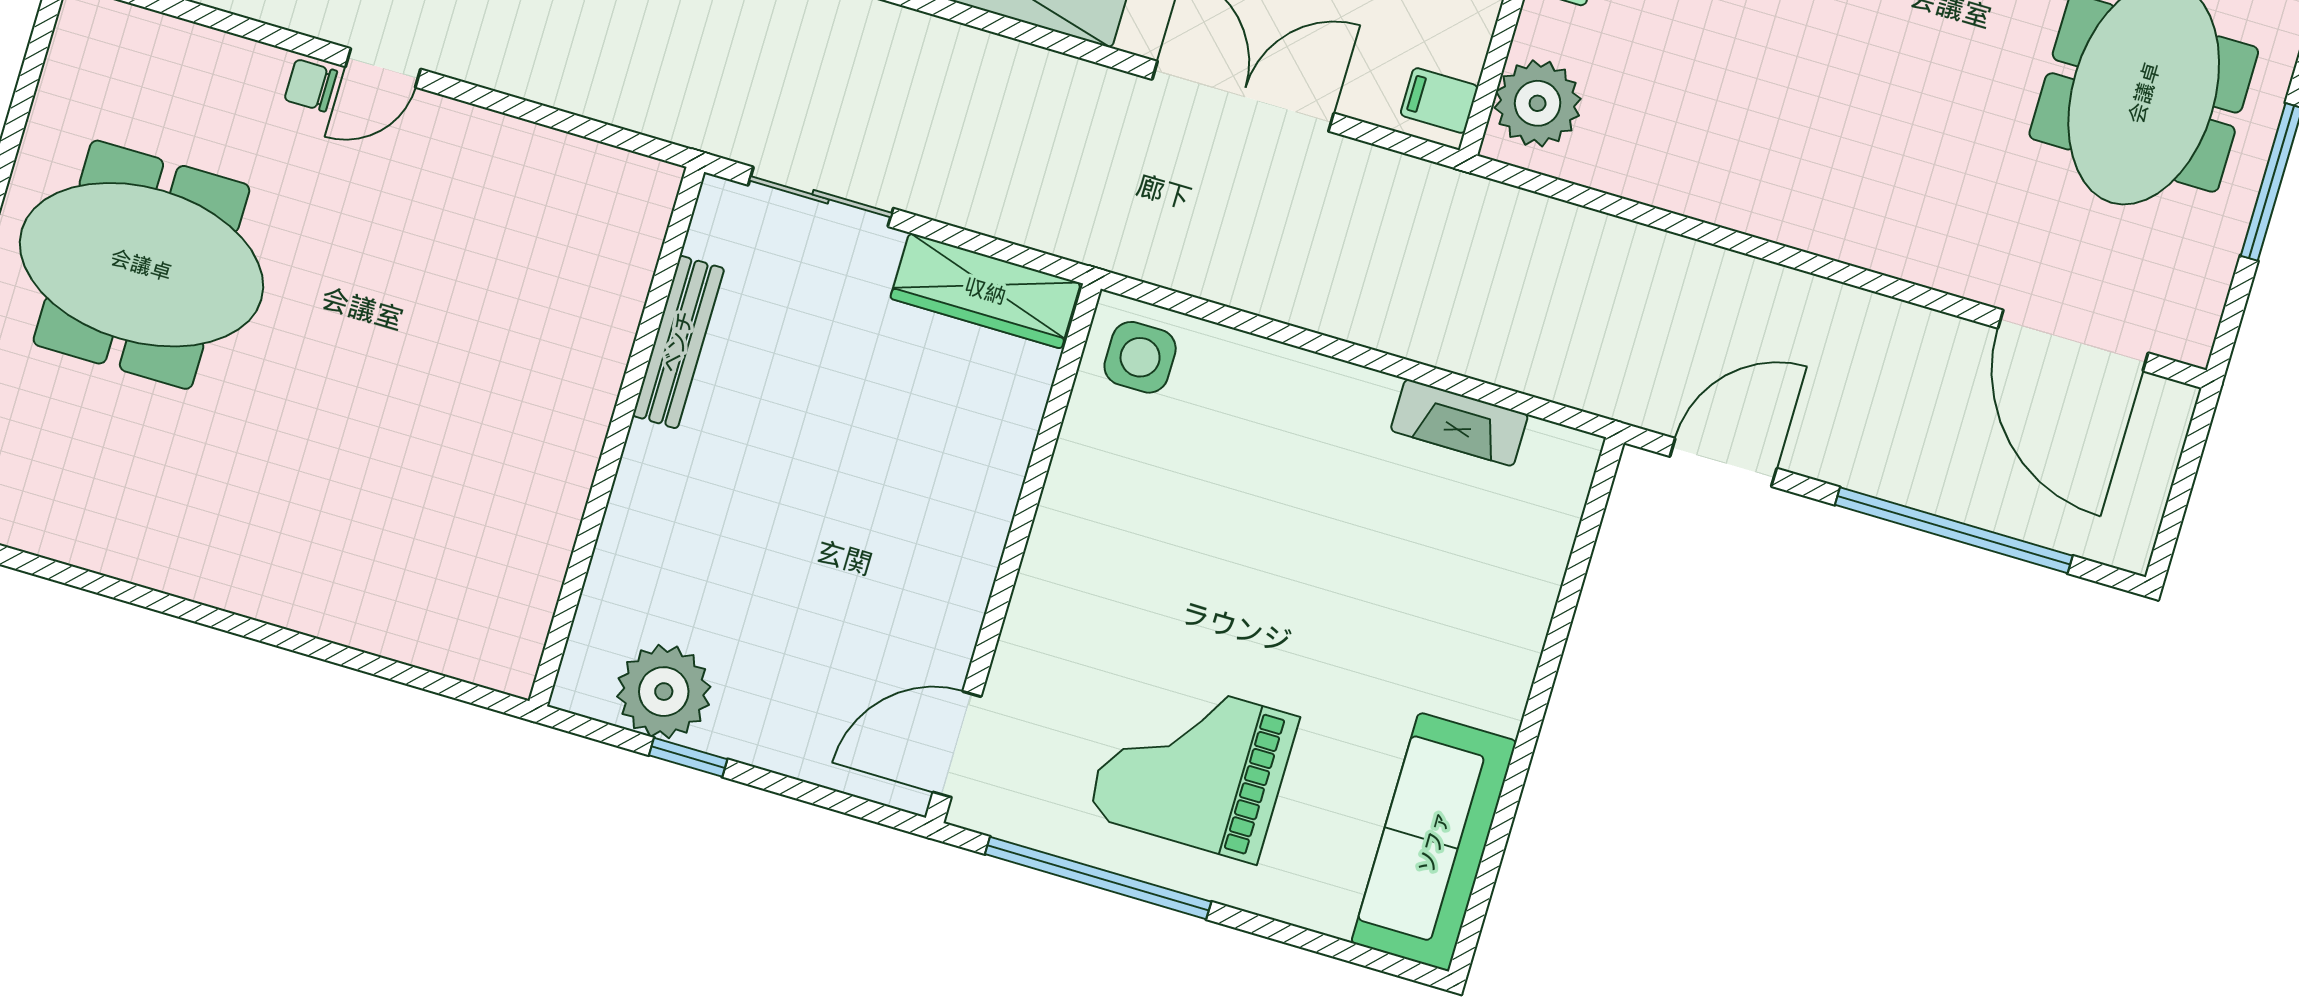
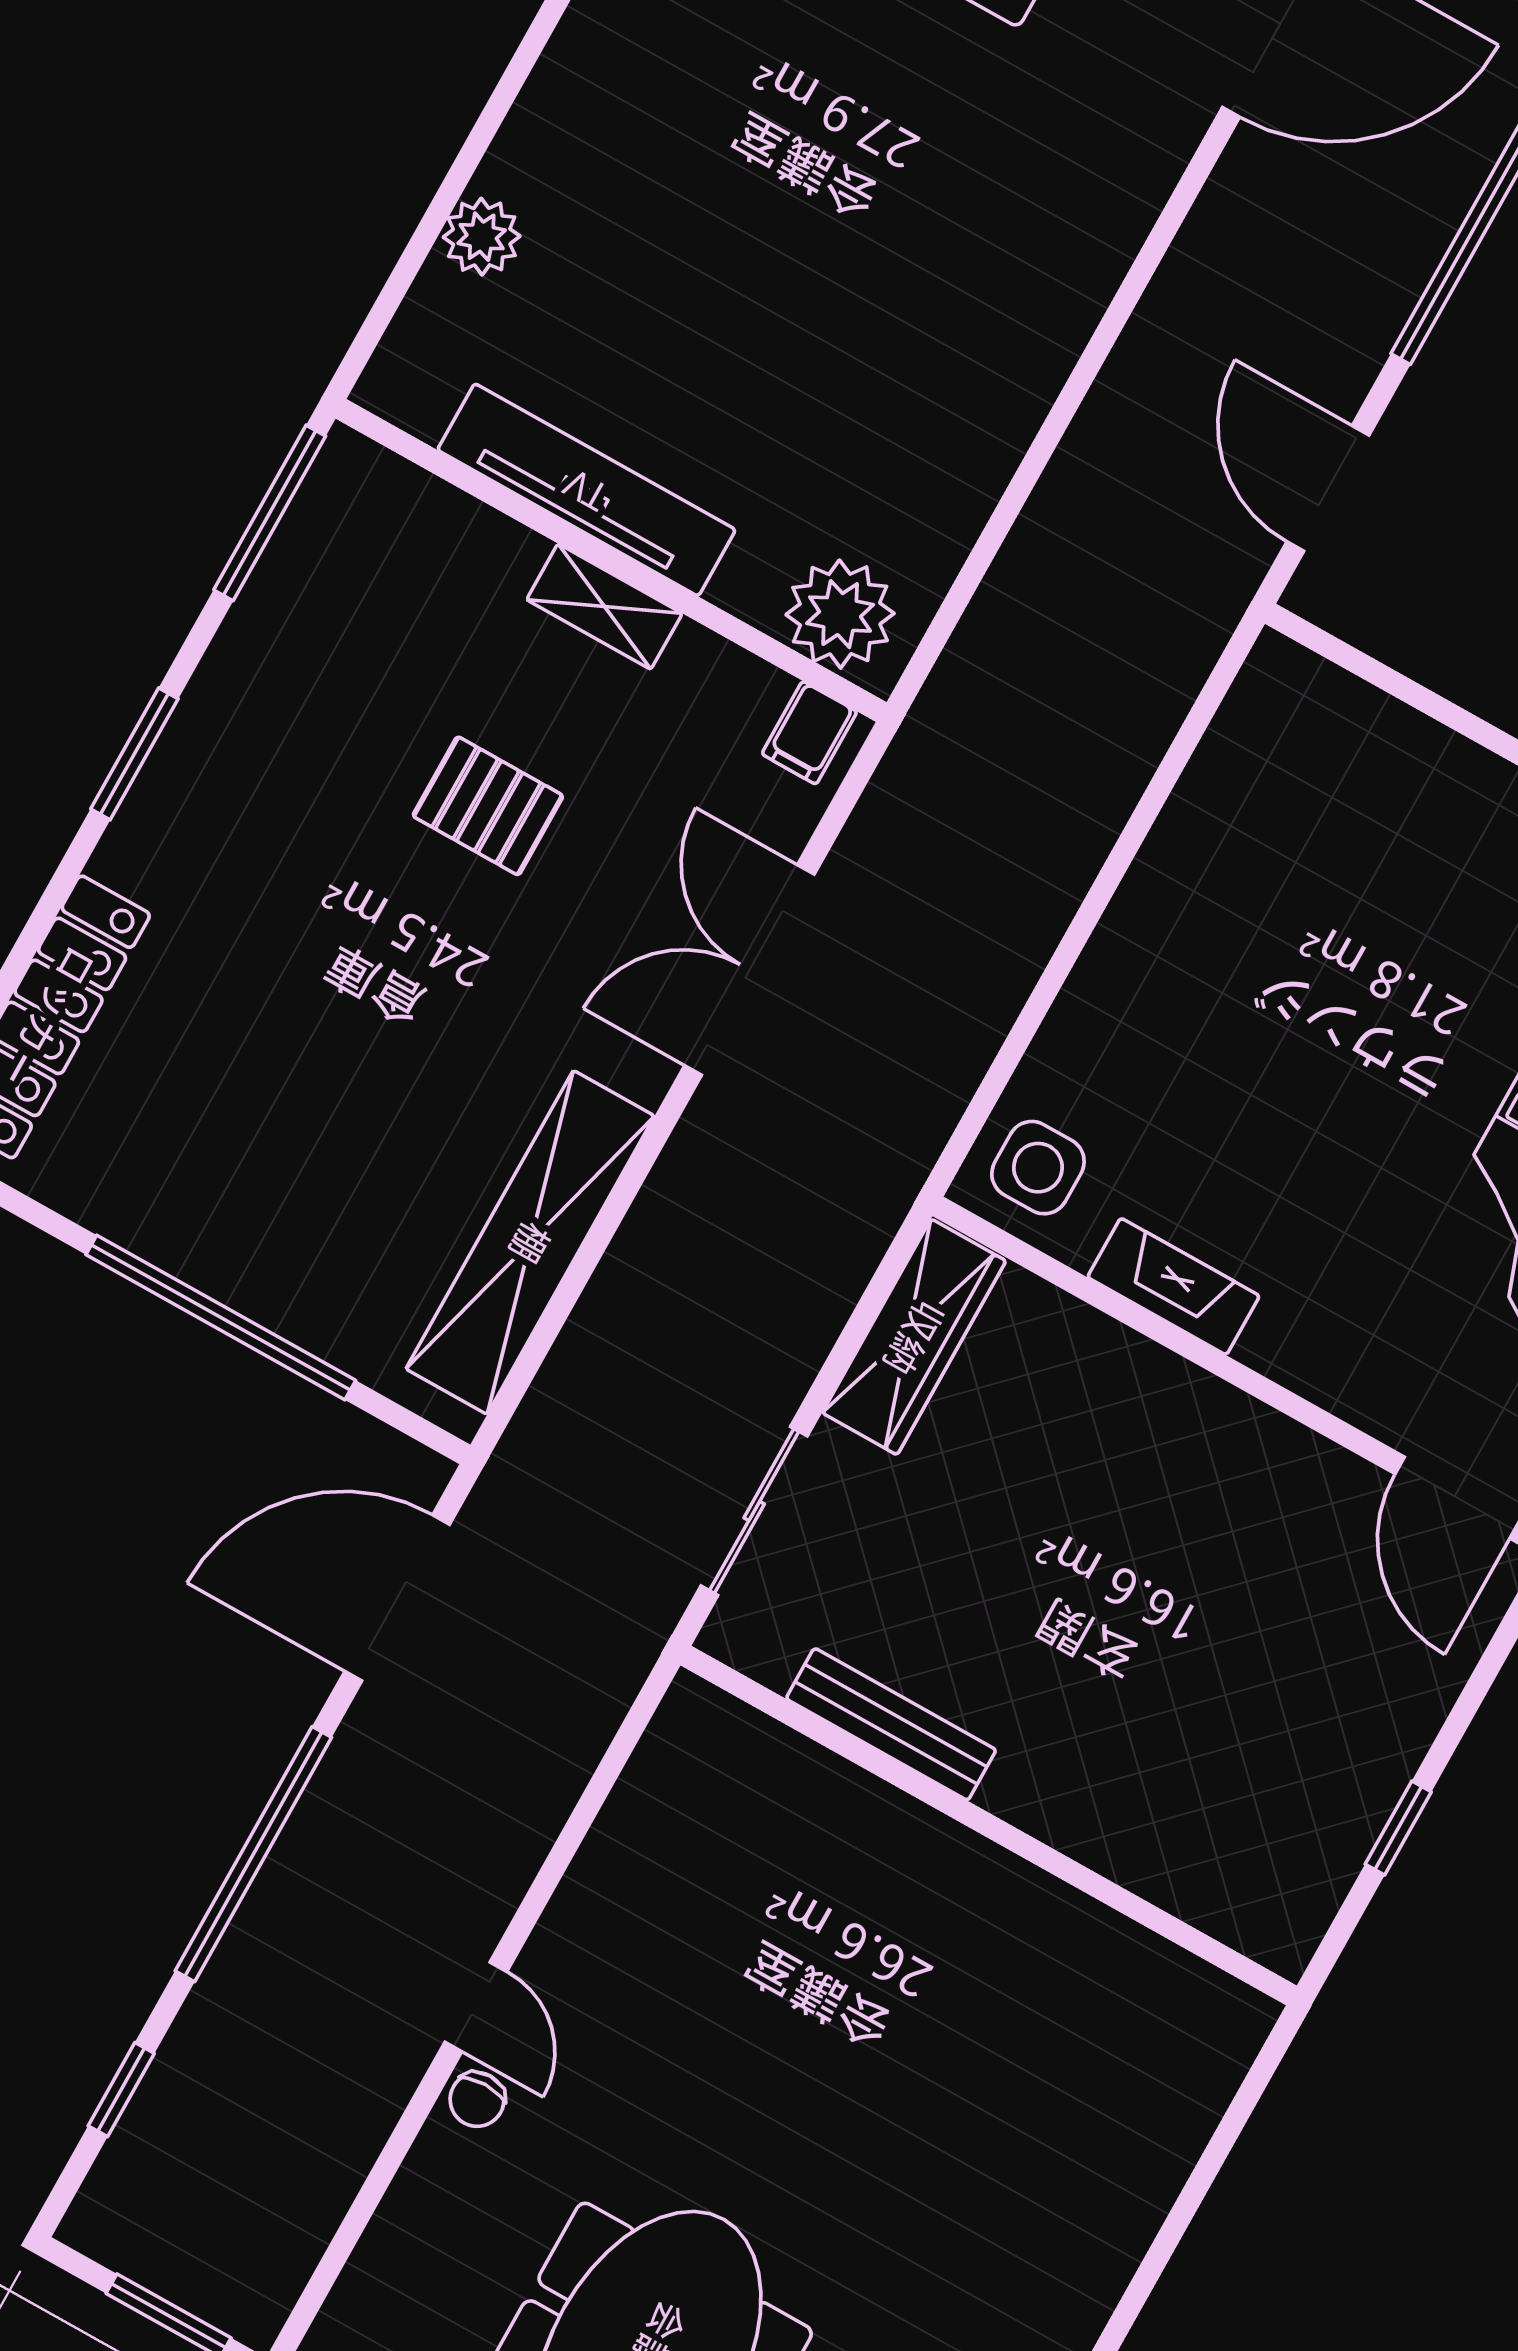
fireplace: (1459, 423) -> (1173, 1286), moved, turned -90
plant: (664, 692) -> (1312, 1839), removed

